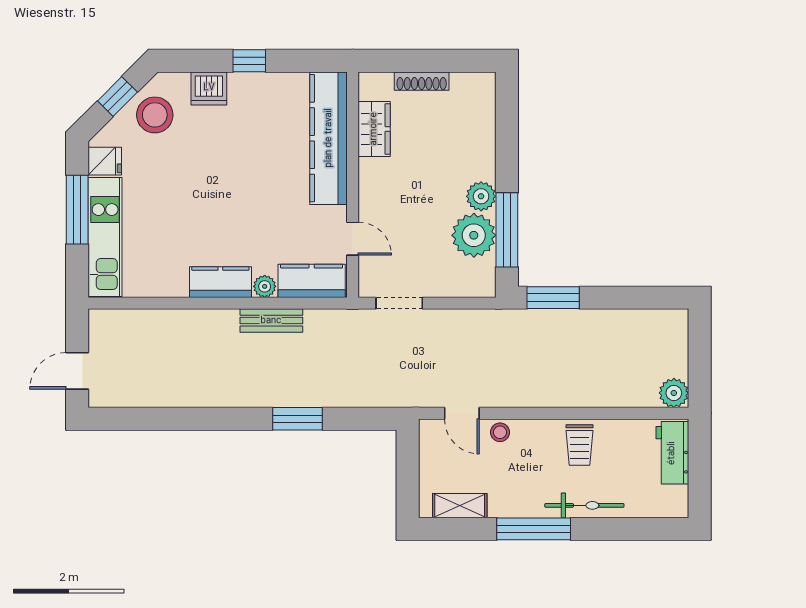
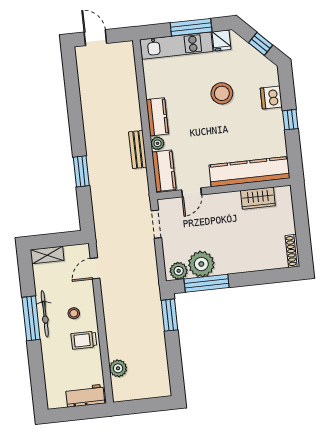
shoe rack: (422, 81) -> (292, 251), moved
stool: (155, 115) -> (222, 93), moved
plant: (481, 196) -> (179, 271), moved
plant: (674, 393) -> (118, 368), moved
stool: (500, 432) -> (74, 313), moved
bicycle: (584, 505) -> (45, 314), moved
shelving: (460, 506) -> (47, 255), moved, turned 90

